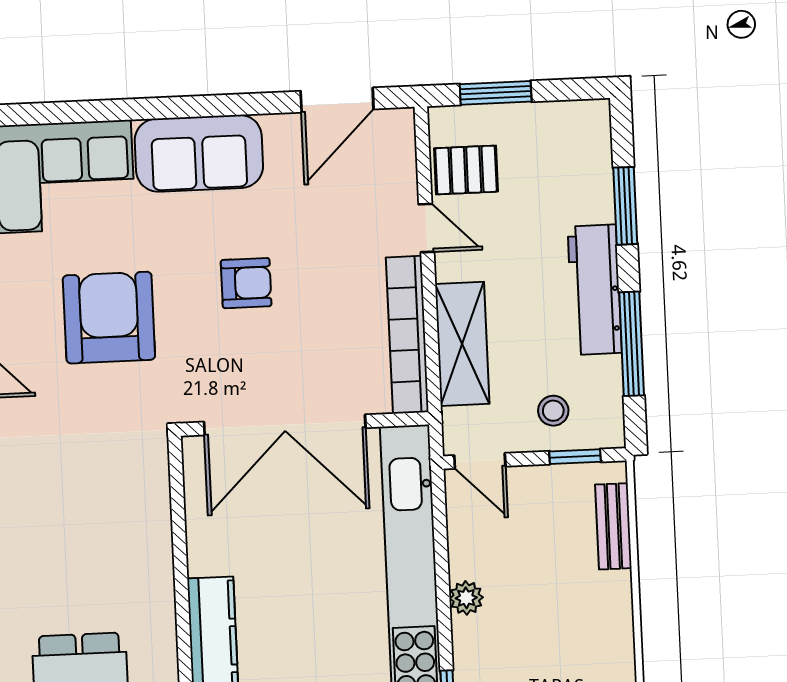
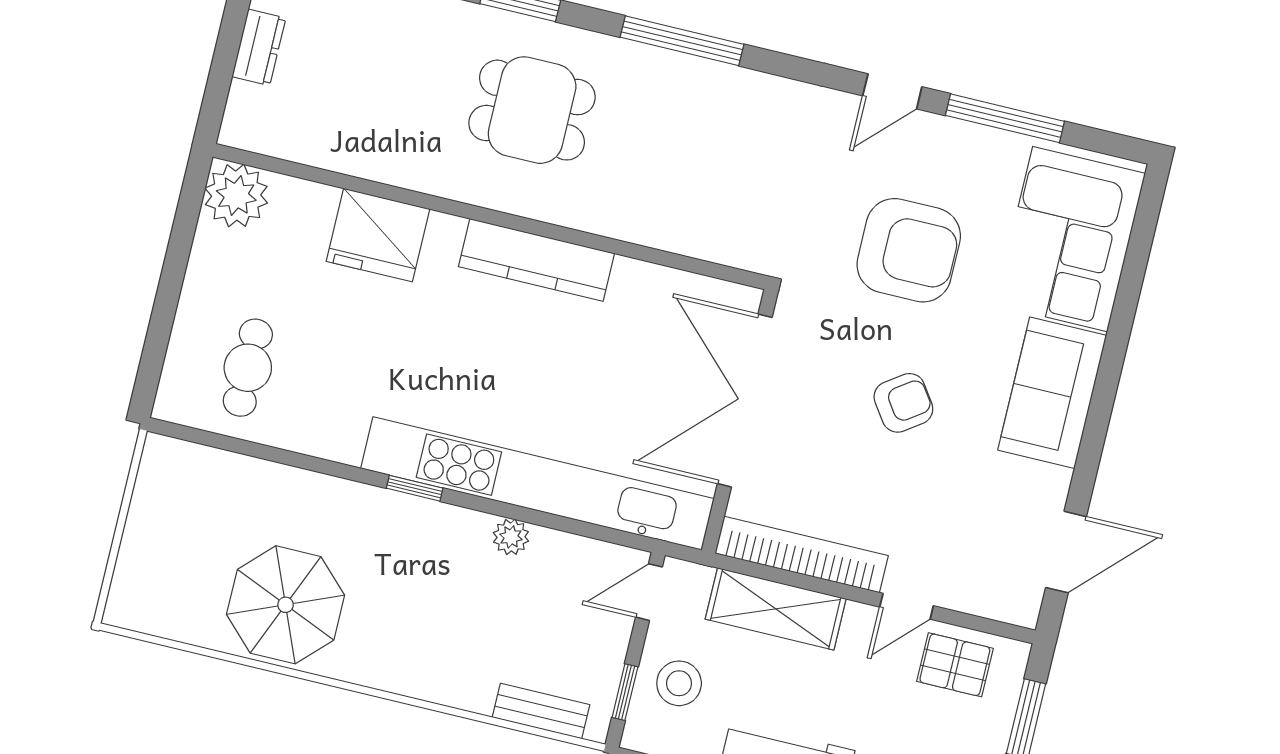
door: (337, 100) -> (1066, 552), swing flipped
pallet: (466, 170) -> (955, 665), turned 90
armchair: (246, 283) -> (903, 403), turned -125
stool: (553, 411) -> (679, 683), width x1.37, depth x1.37

